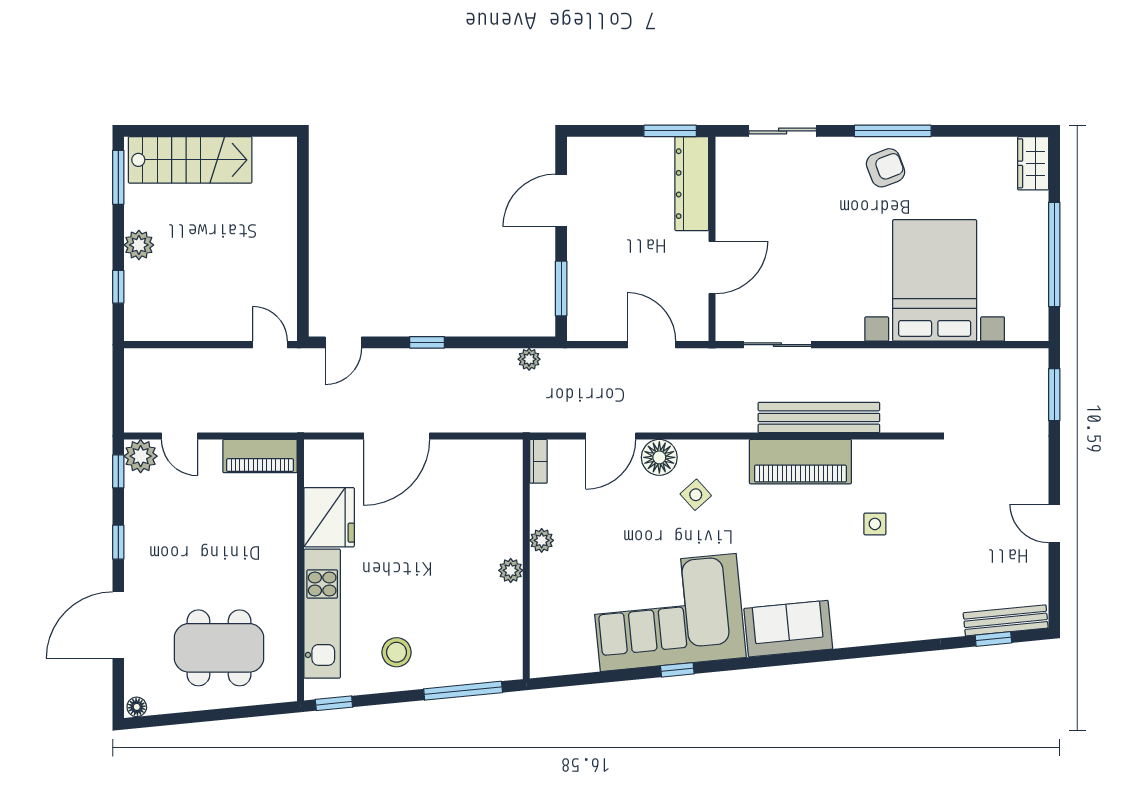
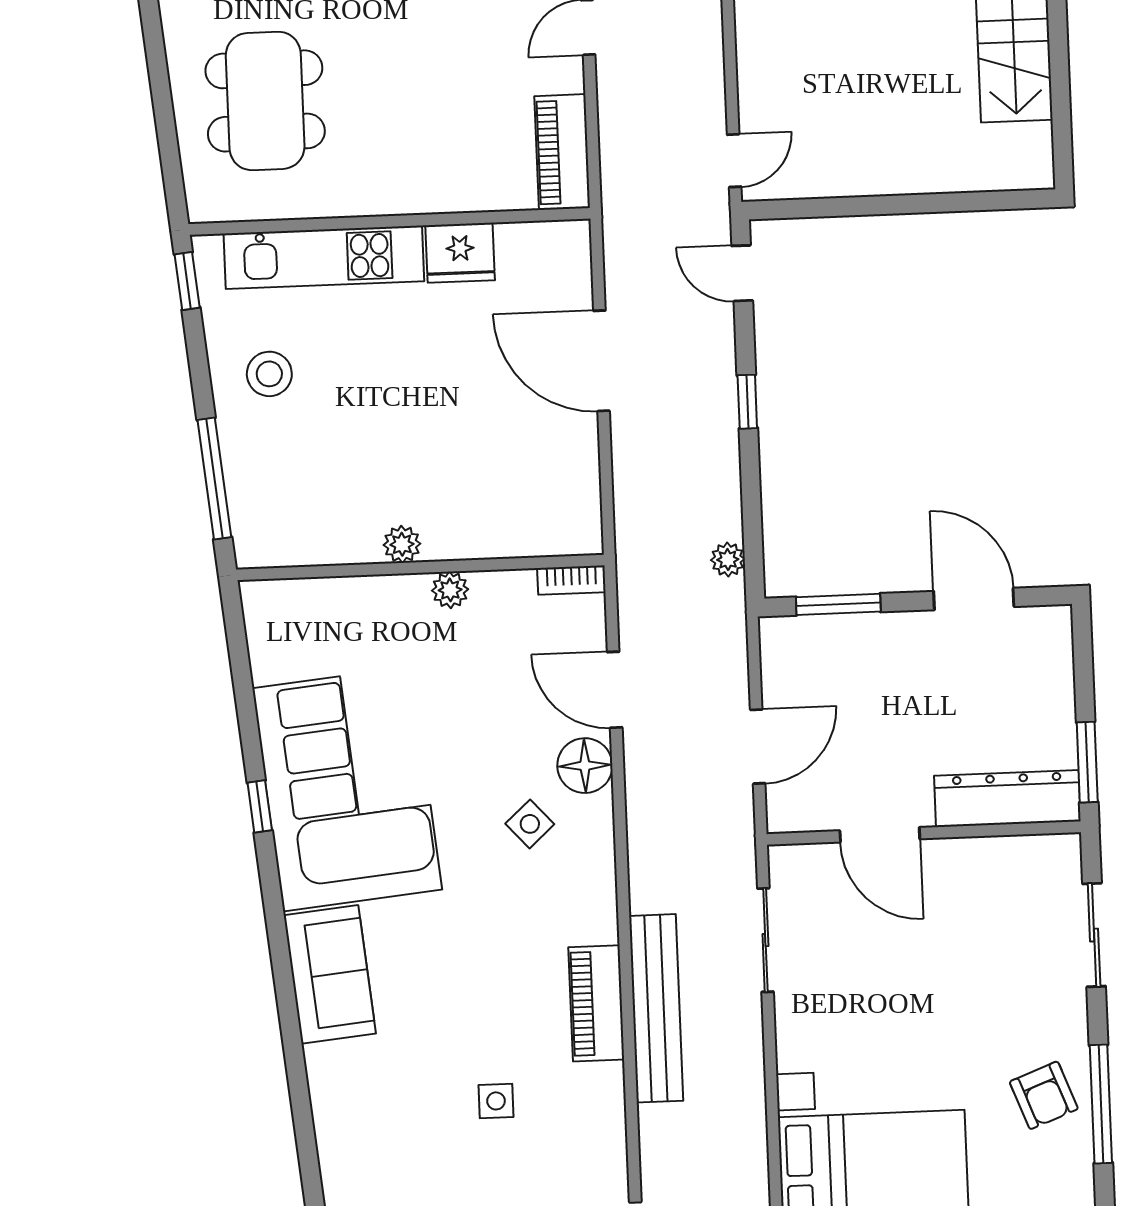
piano: (800, 462) -> (596, 1003), width x0.73, depth x0.75
fridge: (329, 517) -> (460, 253), width x0.73, depth x0.75

